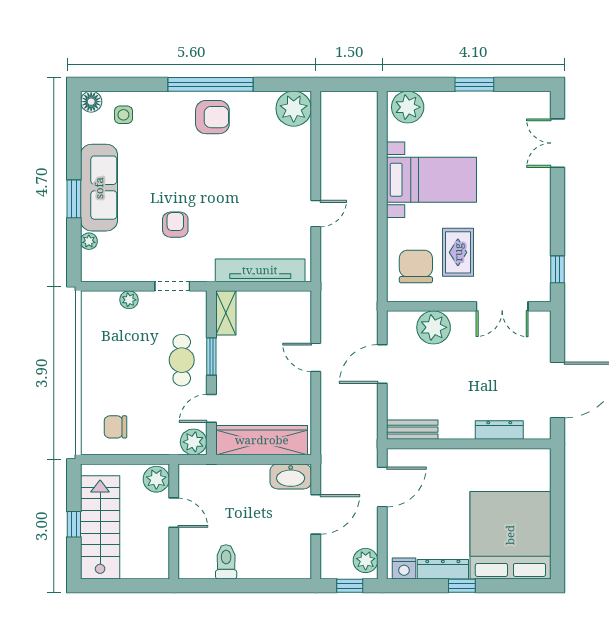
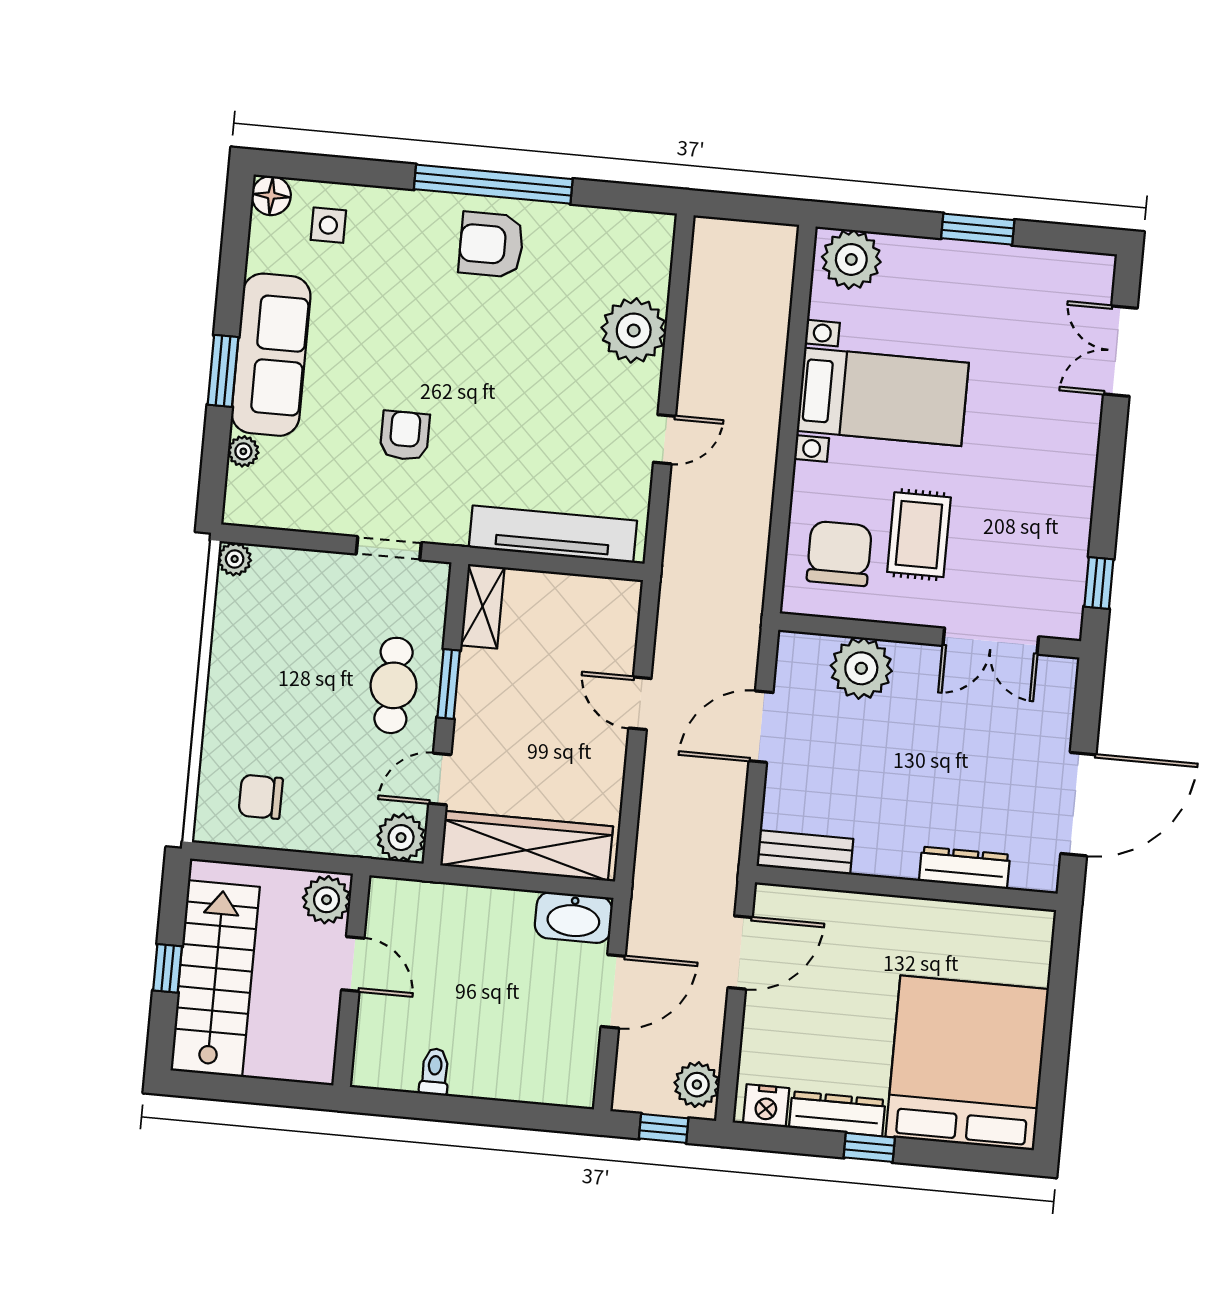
plant: (294, 109) -> (634, 330), moved
armchair: (212, 117) -> (491, 245), turned 180
plant: (129, 300) -> (235, 559), moved
toilet: (226, 562) -> (435, 1072), width x0.73, depth x0.72

